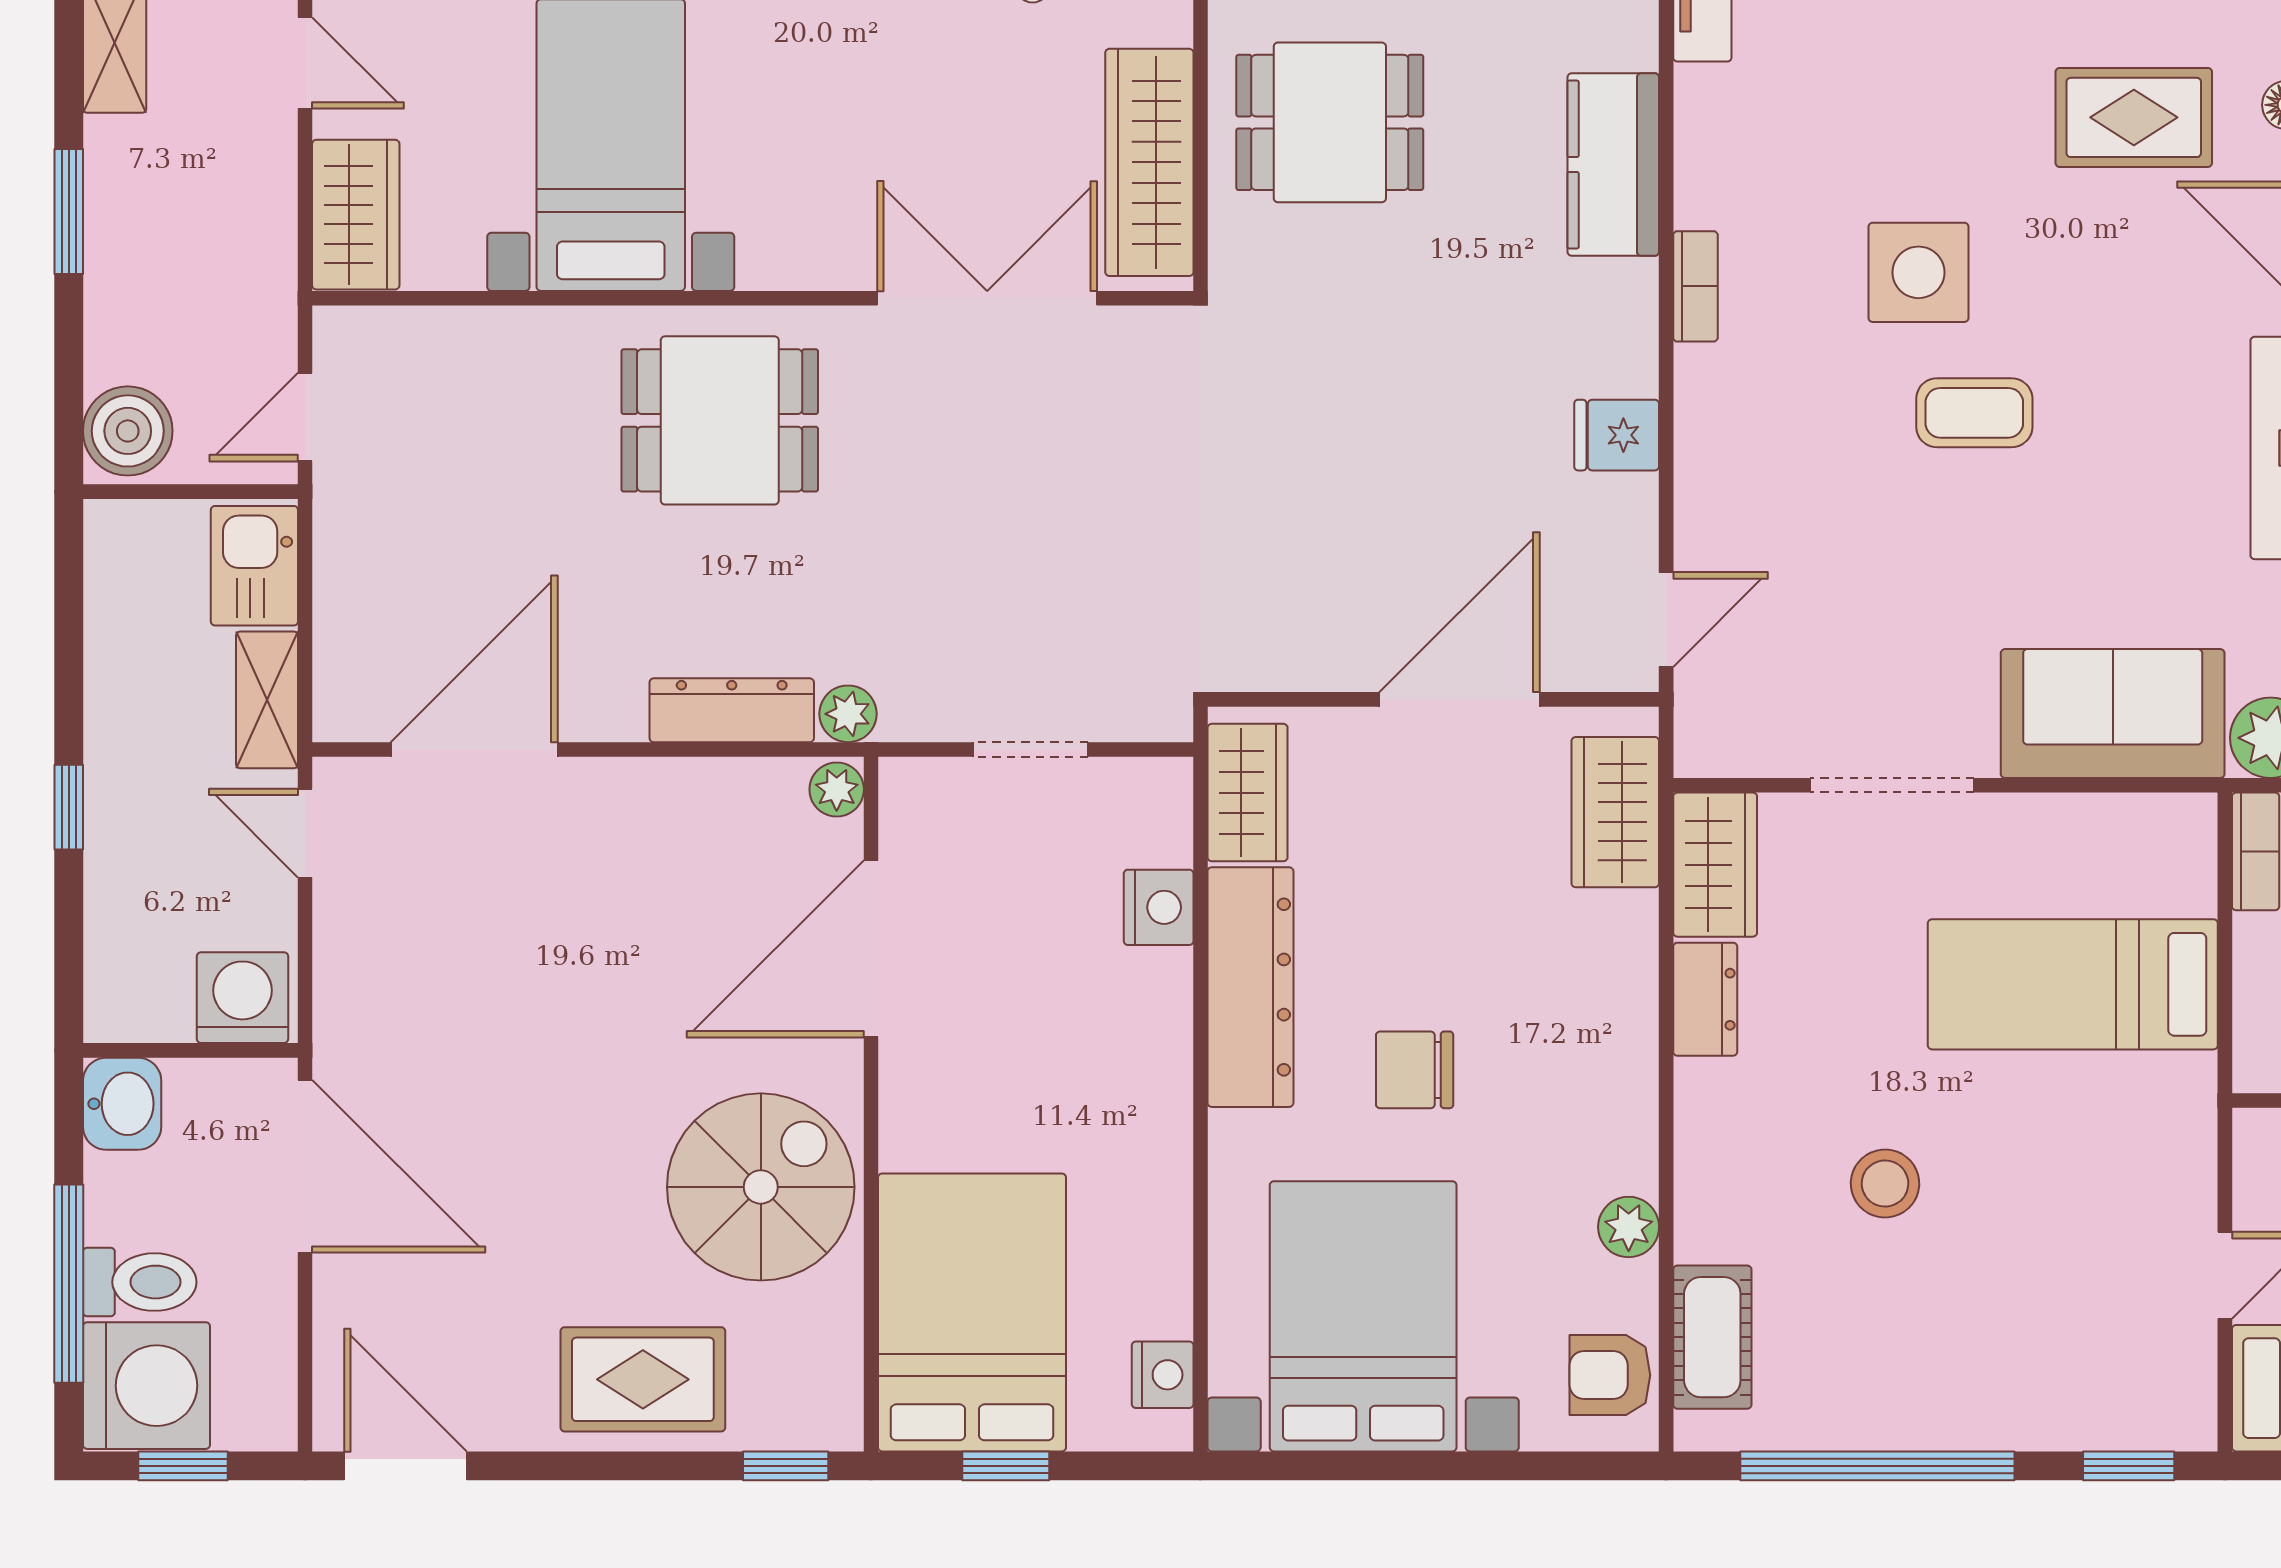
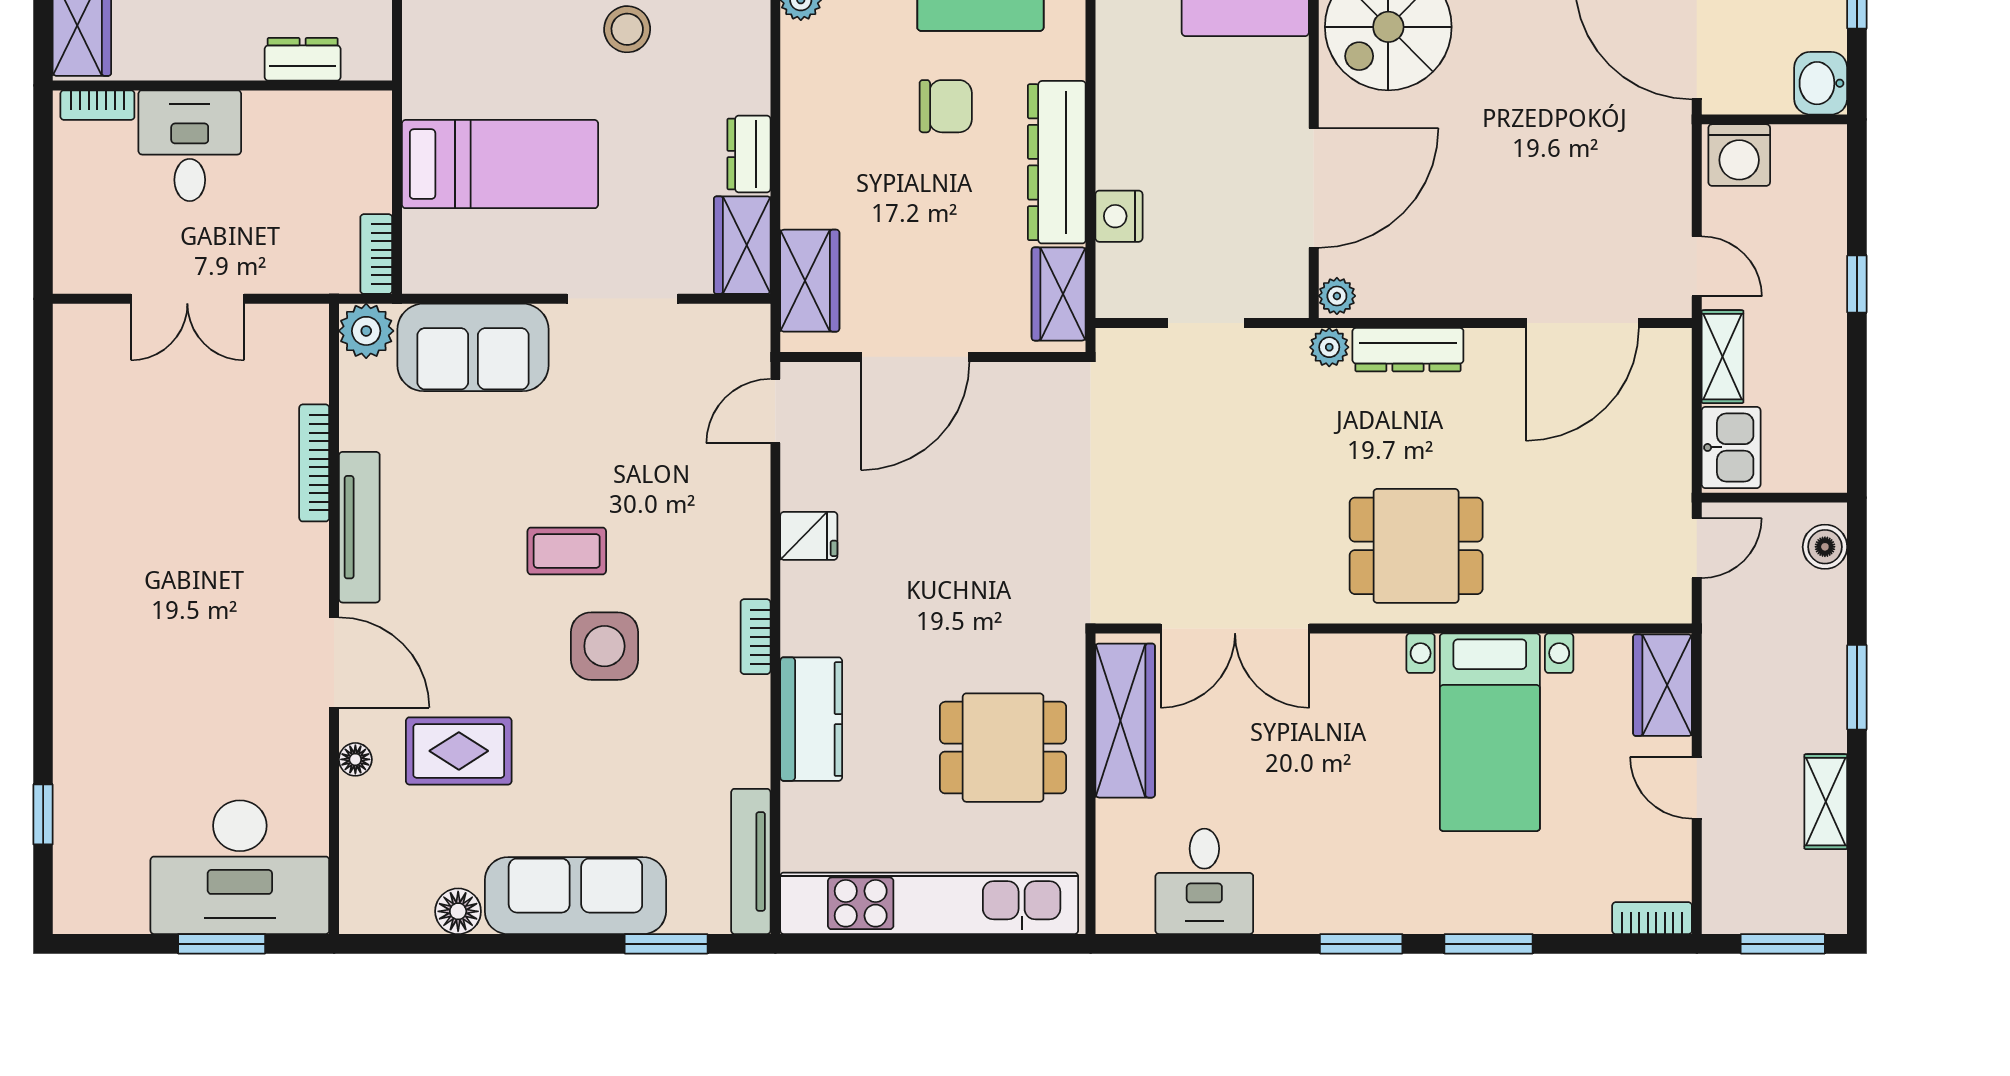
boiler: (128, 431) -> (1825, 547), width x0.73, depth x0.73

